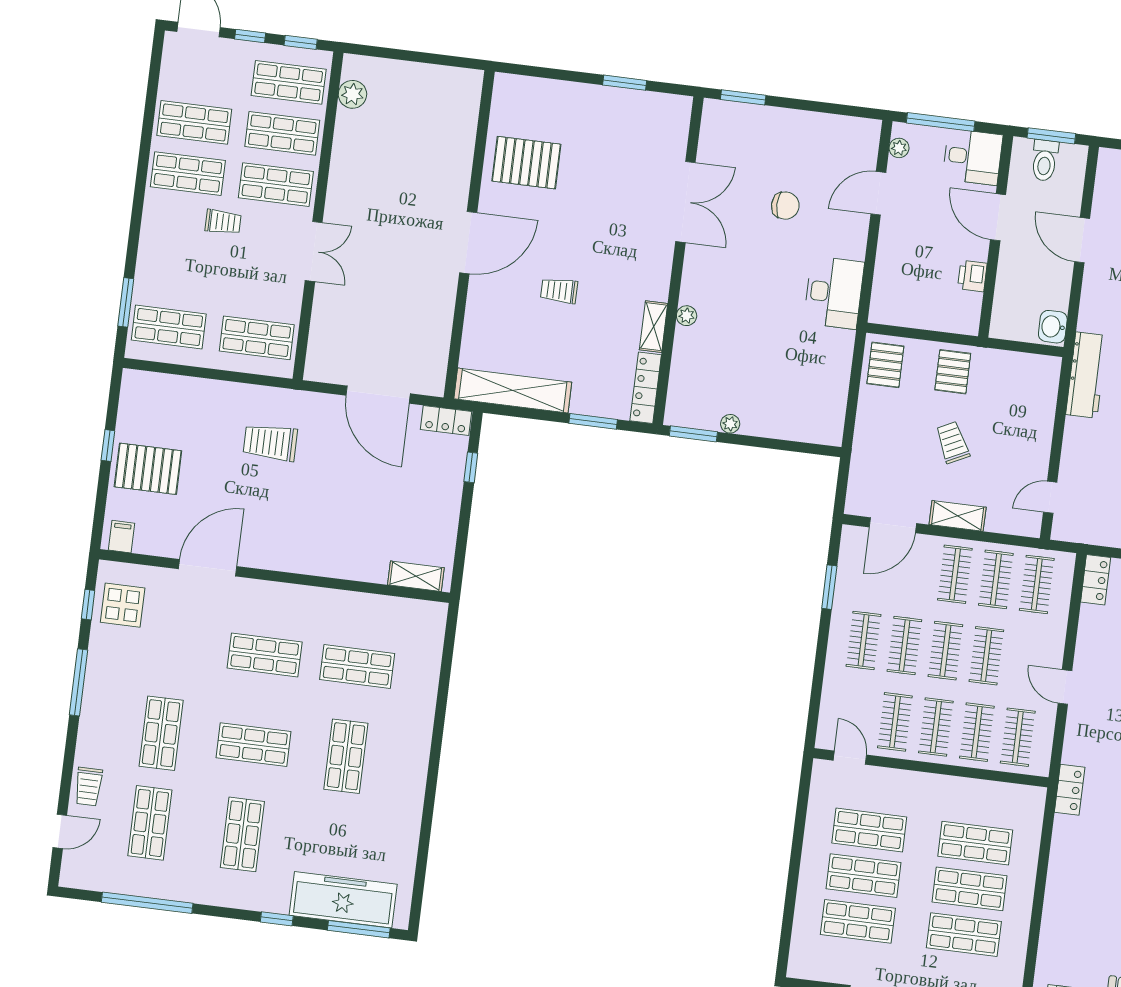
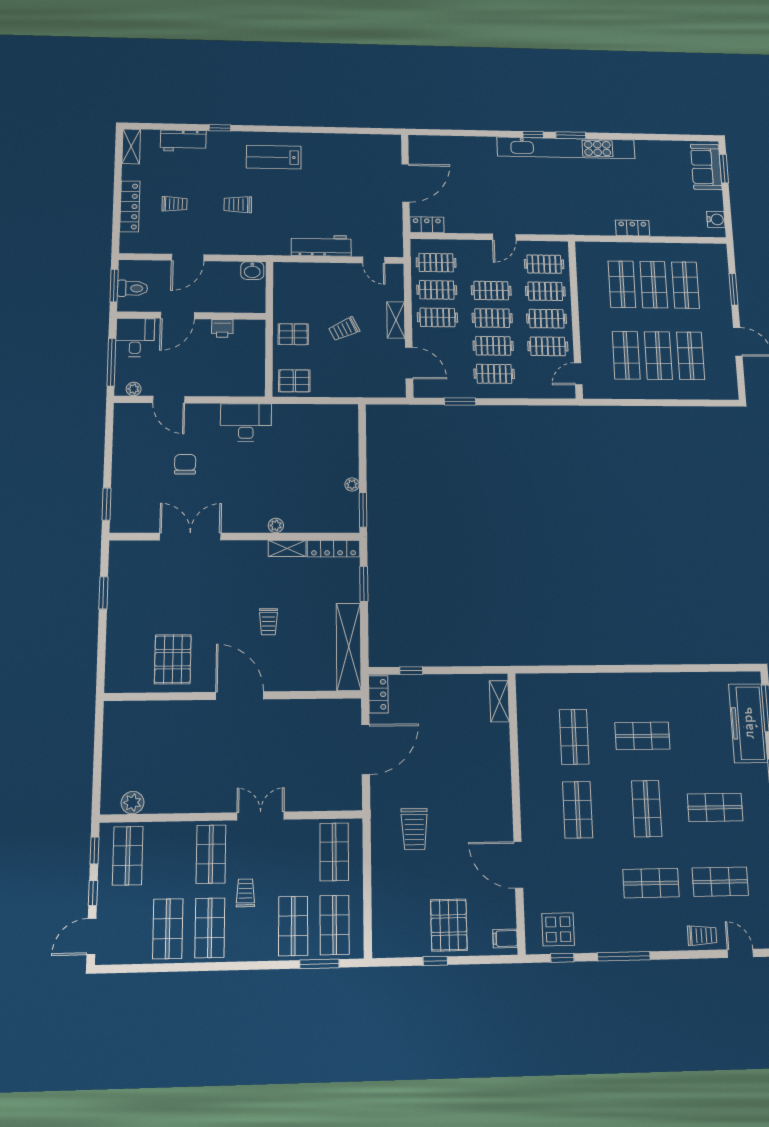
shop shelf: (282, 133) -> (293, 926), moved
workbench: (1086, 375) -> (321, 246), moved
locker: (1070, 790) -> (633, 228), moved

